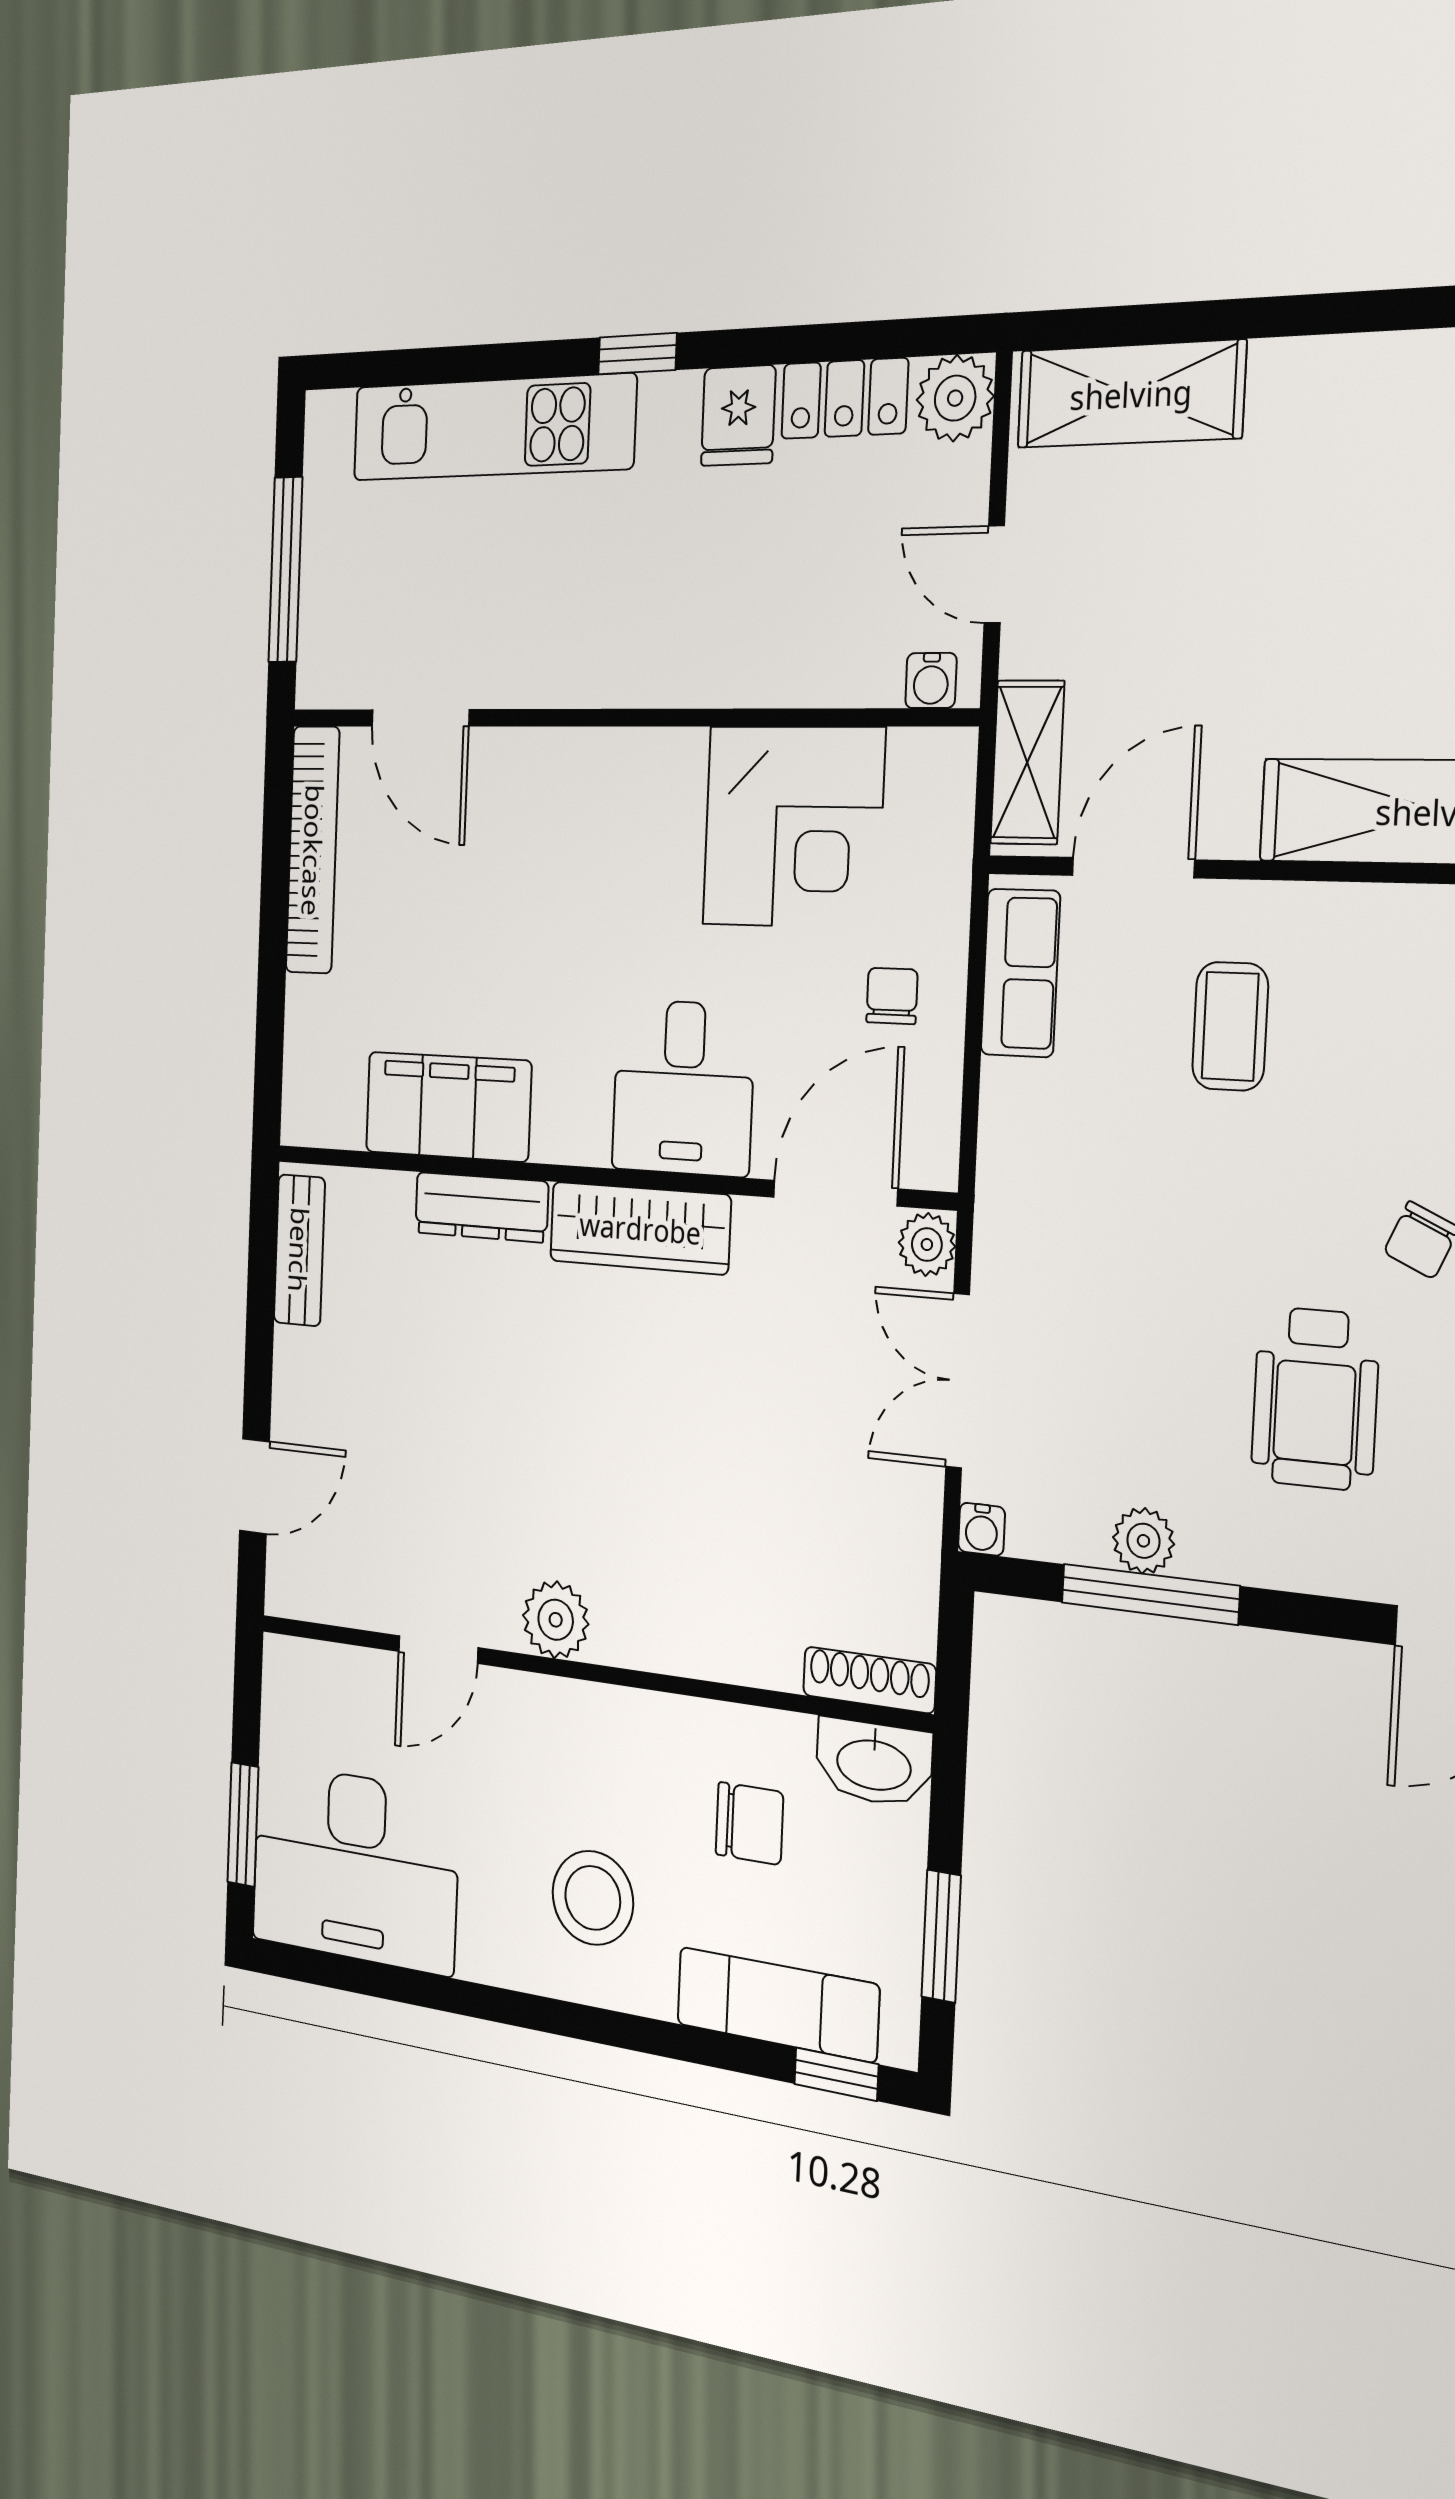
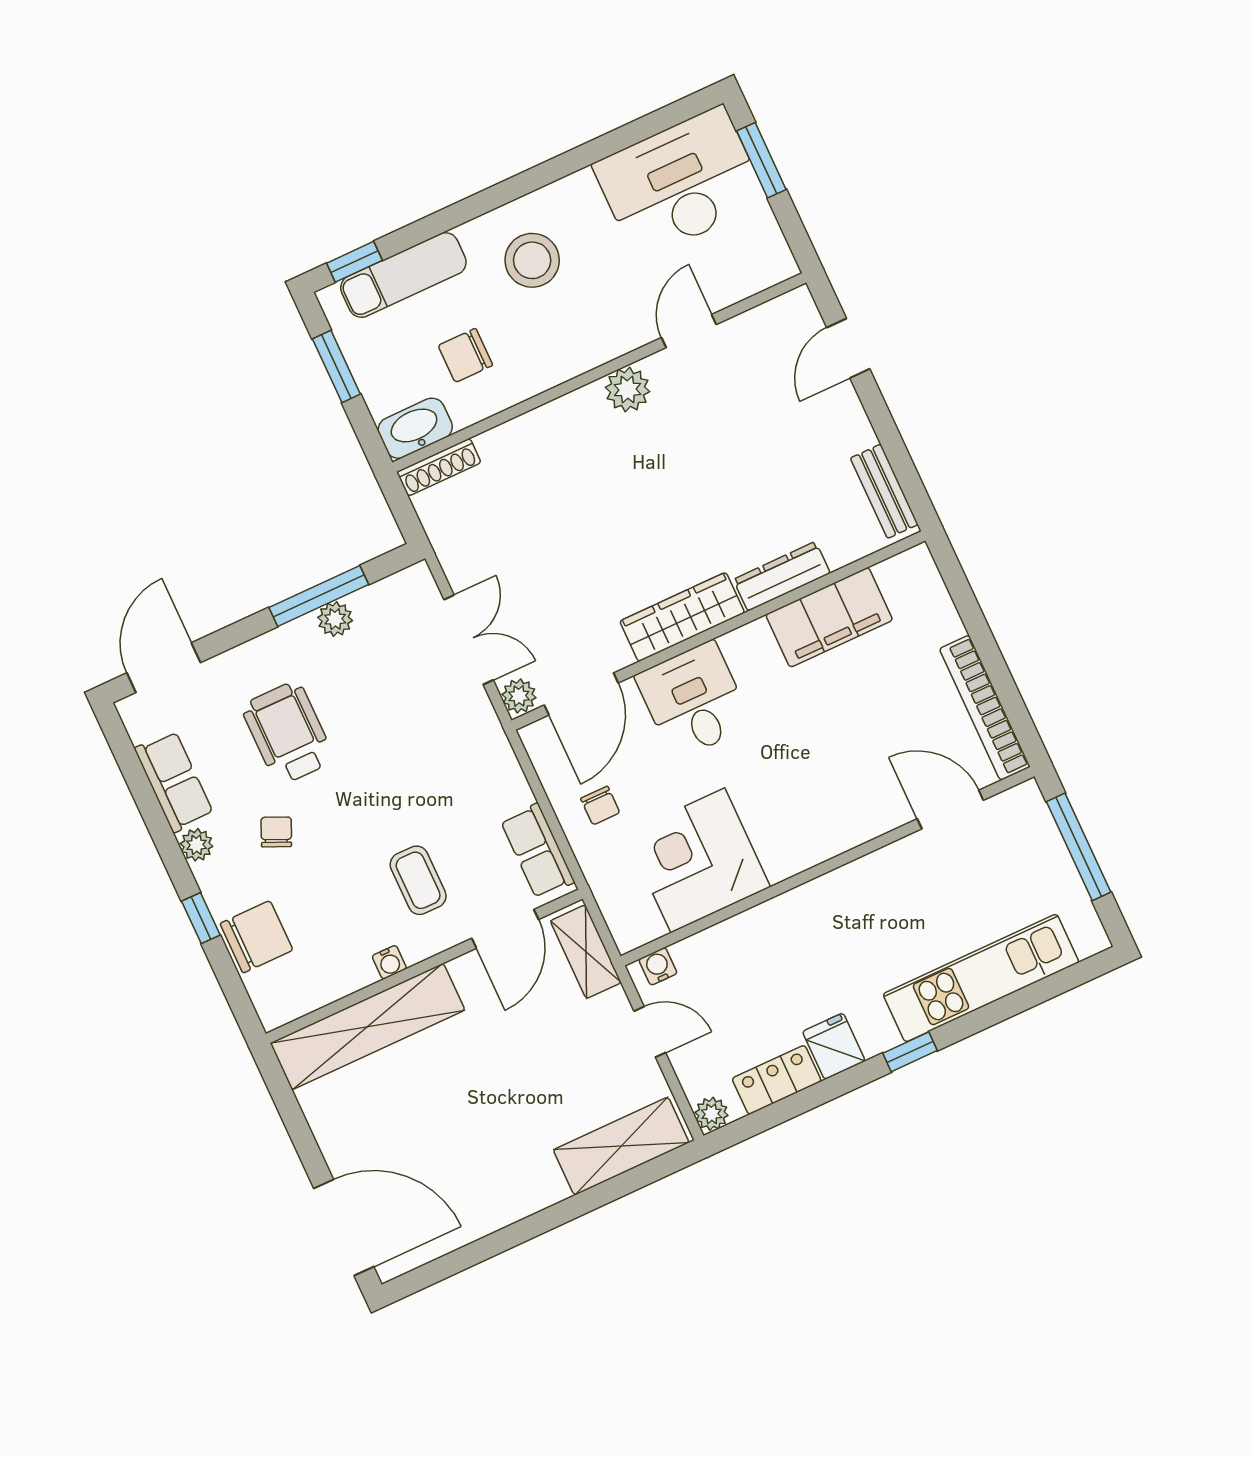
plant: (955, 398) -> (712, 1114), width x0.73, depth x0.73
water cooler: (982, 1529) -> (389, 962), moved, turned 180

